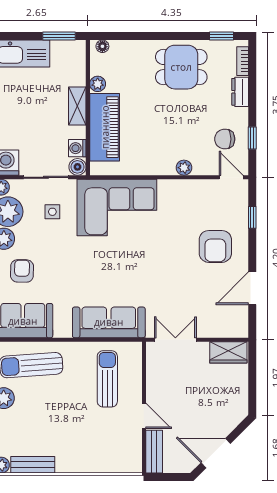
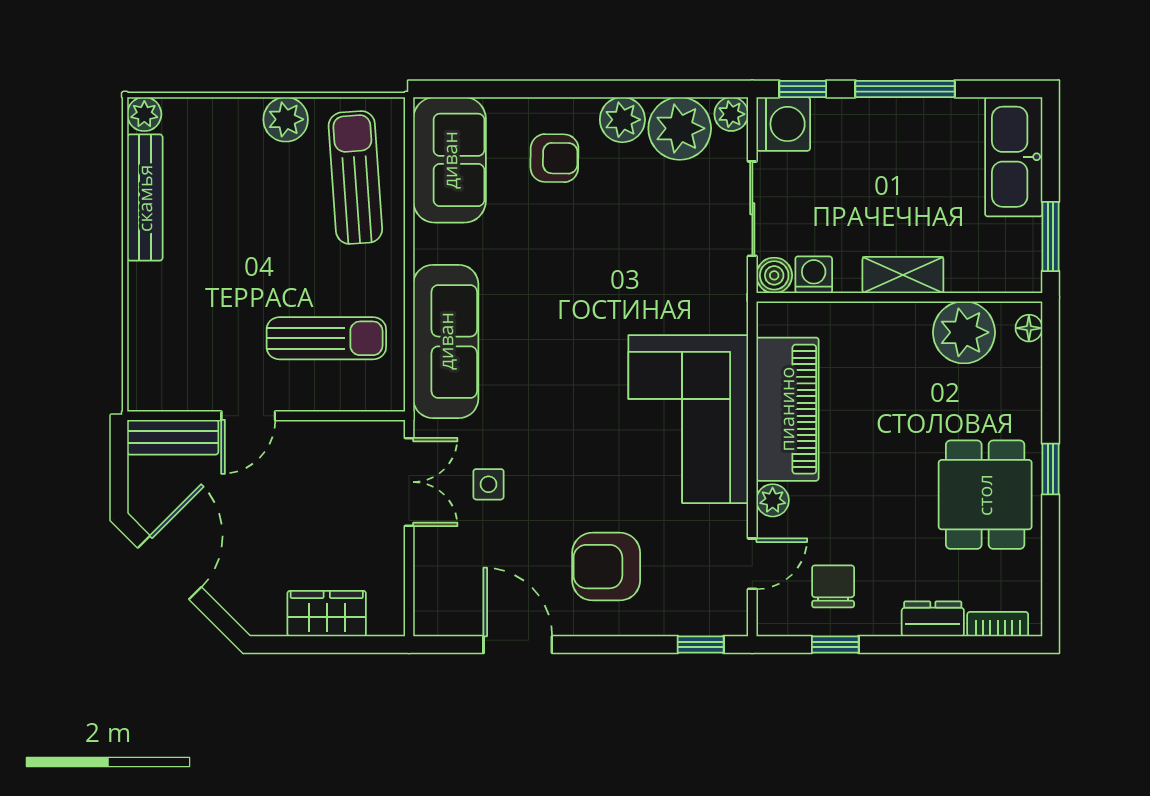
window: (221, 36) -> (1051, 469), moved
plant: (98, 84) -> (964, 332), width x1.88, depth x1.88
piano: (105, 127) -> (787, 409), moved, turned -90
door: (231, 177) -> (752, 564), moved
corner sofa: (117, 208) -> (688, 419), moved
side table: (52, 212) -> (488, 484), moved
window: (252, 217) -> (701, 645), moved
wardrobe: (228, 352) -> (327, 614), moved, turned 90
bench: (33, 465) -> (145, 198), width x1.36

